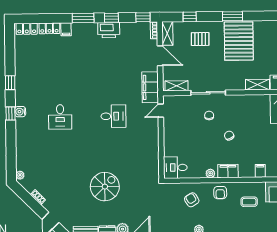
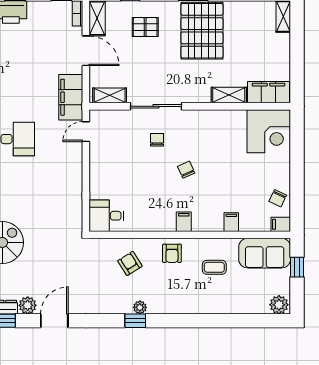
filing cabinet: (228, 171) -> (184, 222), width x0.50
plant: (210, 173) -> (158, 225), removed

